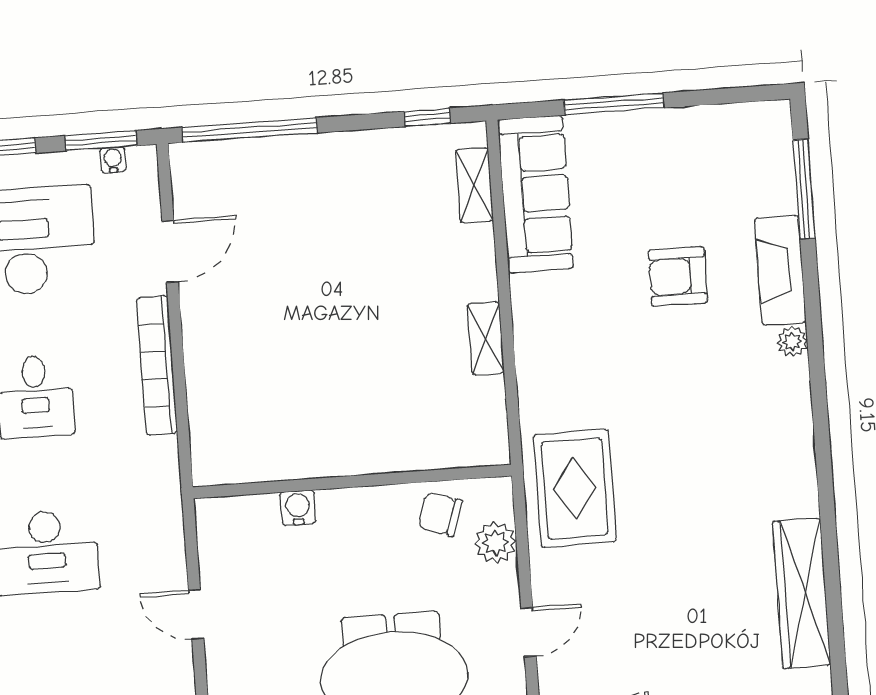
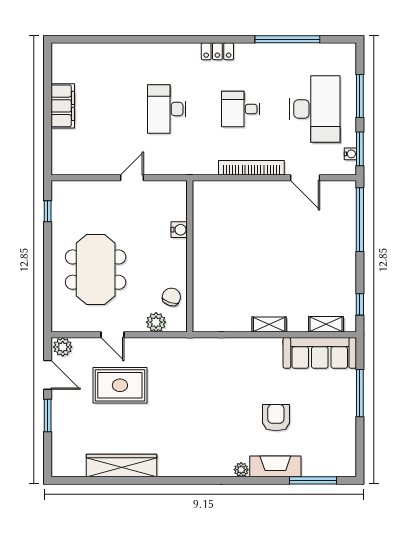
shelving: (486, 338) -> (269, 325), moved
rug: (575, 488) -> (120, 385), moved

